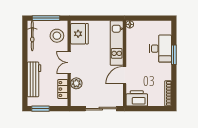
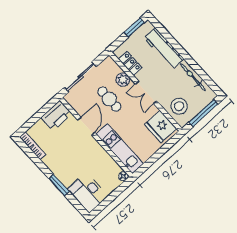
bicycle: (32, 36) -> (193, 77), moved
desk: (161, 49) -> (88, 193), moved
double door: (69, 63) -> (146, 92), swing flipped
cafe table: (95, 79) -> (109, 99), added

